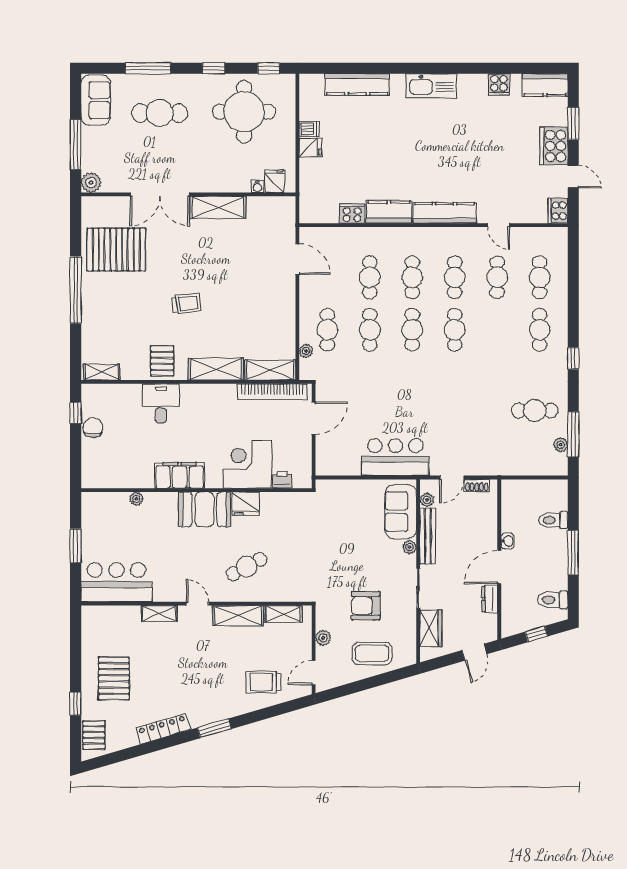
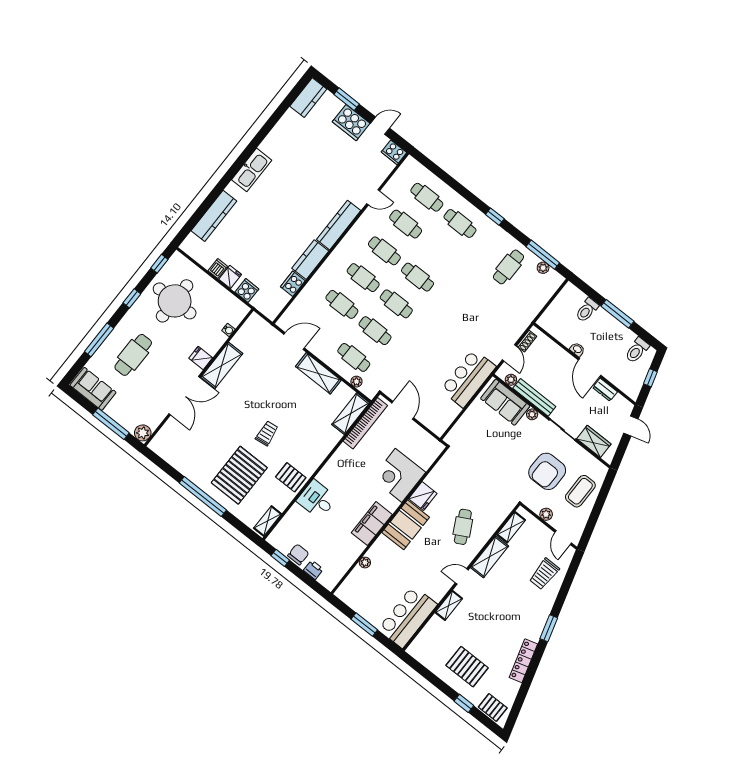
cooker: (499, 85) -> (247, 290), moved, turned -90
fridge: (275, 181) -> (201, 358), moved
pallet: (116, 250) -> (239, 475), moved
shelving: (216, 369) -> (318, 373), moved, turned 90
chair: (93, 428) -> (298, 554), turned 90
printer: (282, 480) -> (313, 570), moved, turned 90
armchair: (366, 606) -> (547, 471), width x1.36, depth x1.36

